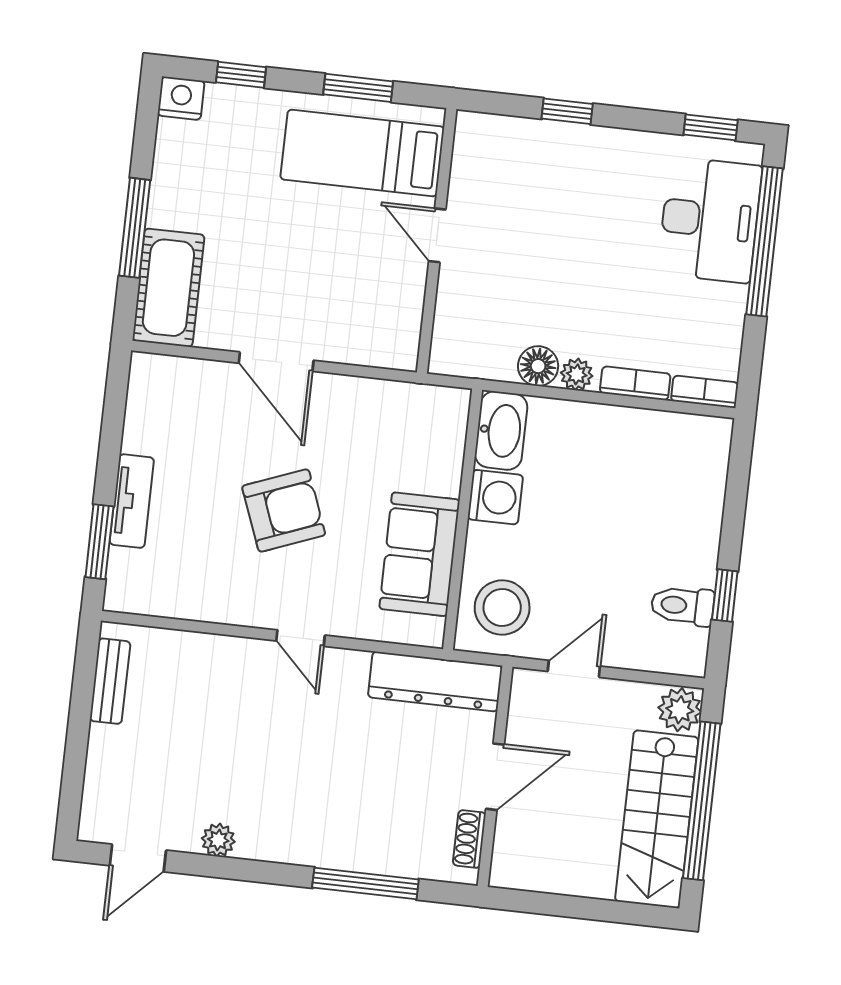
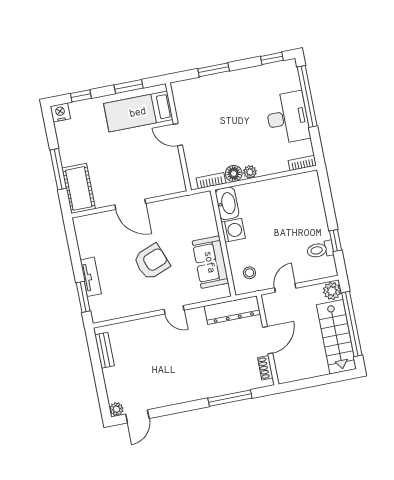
window: (567, 111) -> (214, 70), width x1.50
desk: (710, 220) -> (287, 118), moved
bookcase: (635, 383) -> (211, 181), moved
stool: (502, 608) -> (249, 273), width x0.53, depth x0.53
plant: (218, 840) -> (116, 409), moved

